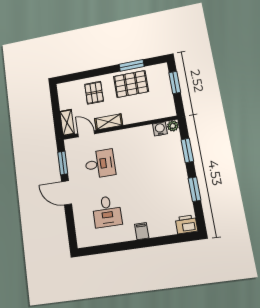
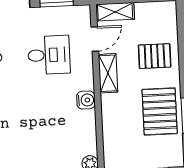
water cooler: (160, 129) -> (86, 100), moved
desk: (100, 164) -> (49, 55), turned -90

